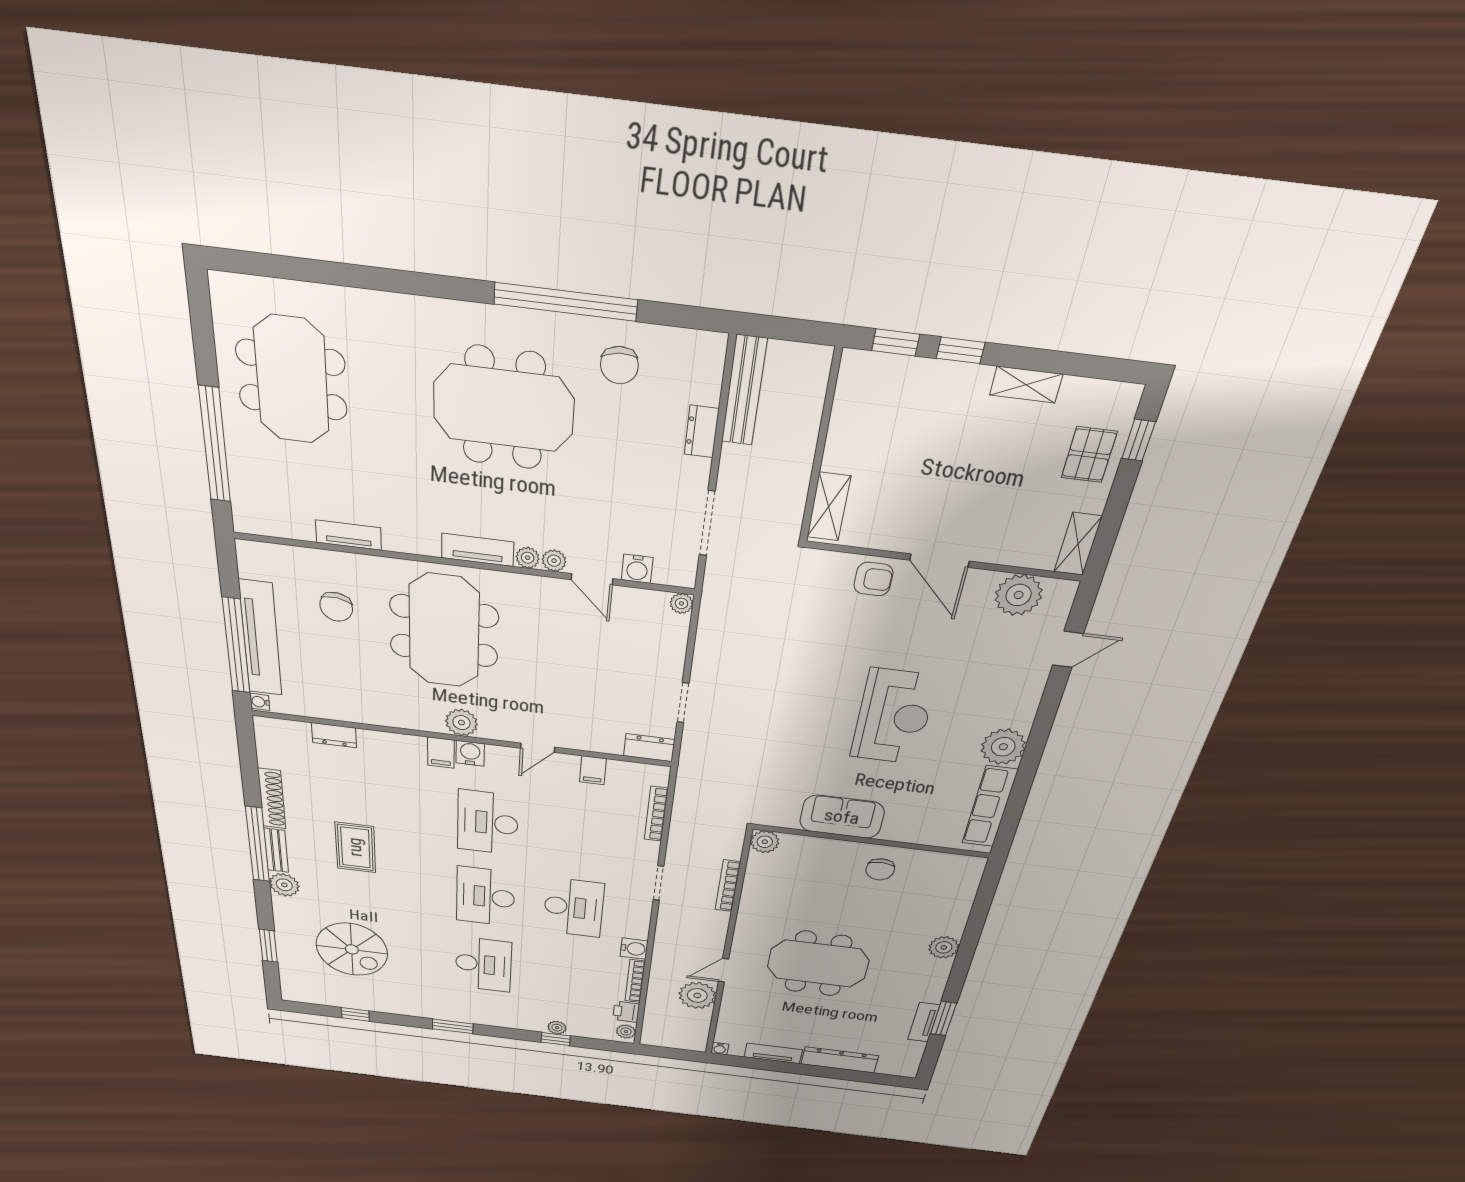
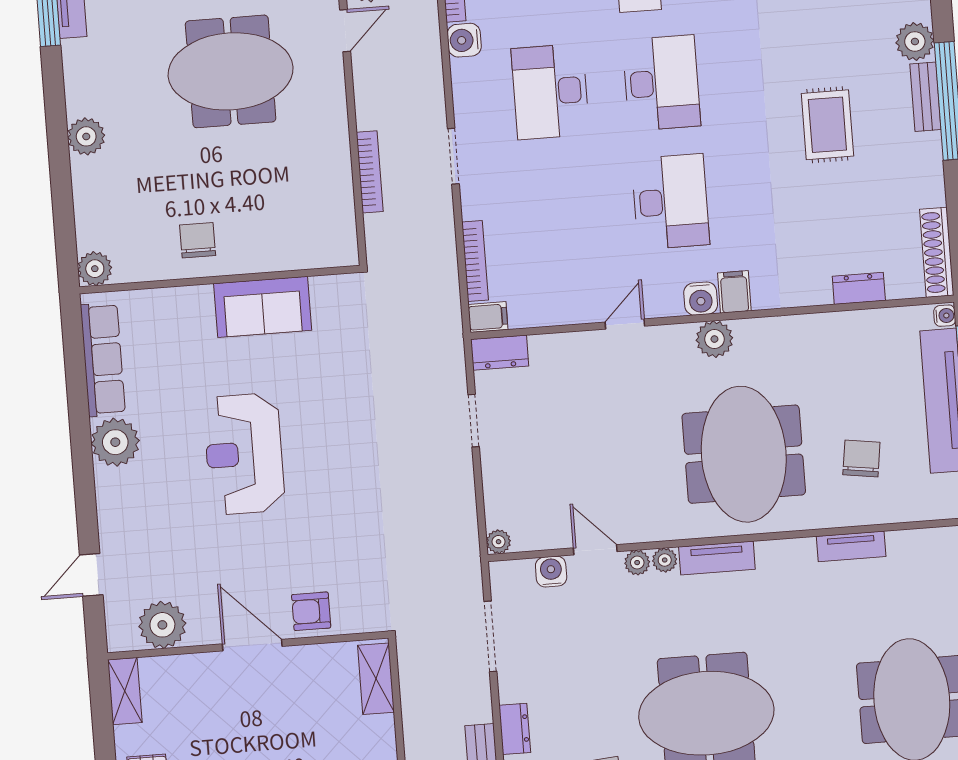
filing cabinet: (593, 770) -> (488, 317), moved, turned 90
shoe rack: (272, 799) -> (937, 252), moved
plant: (765, 842) -> (95, 269), moved

